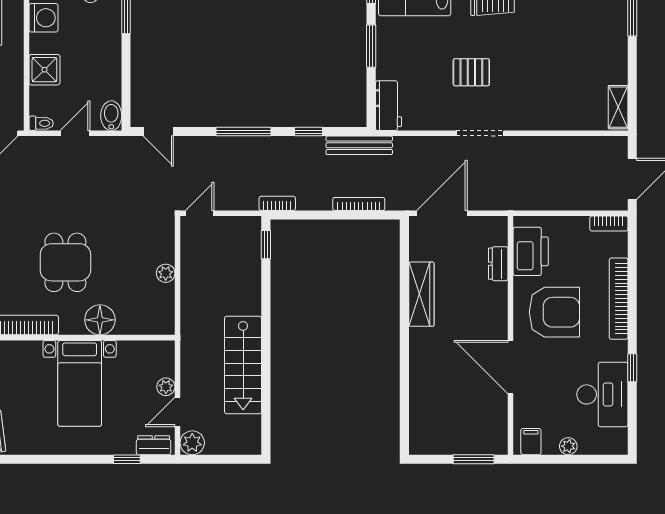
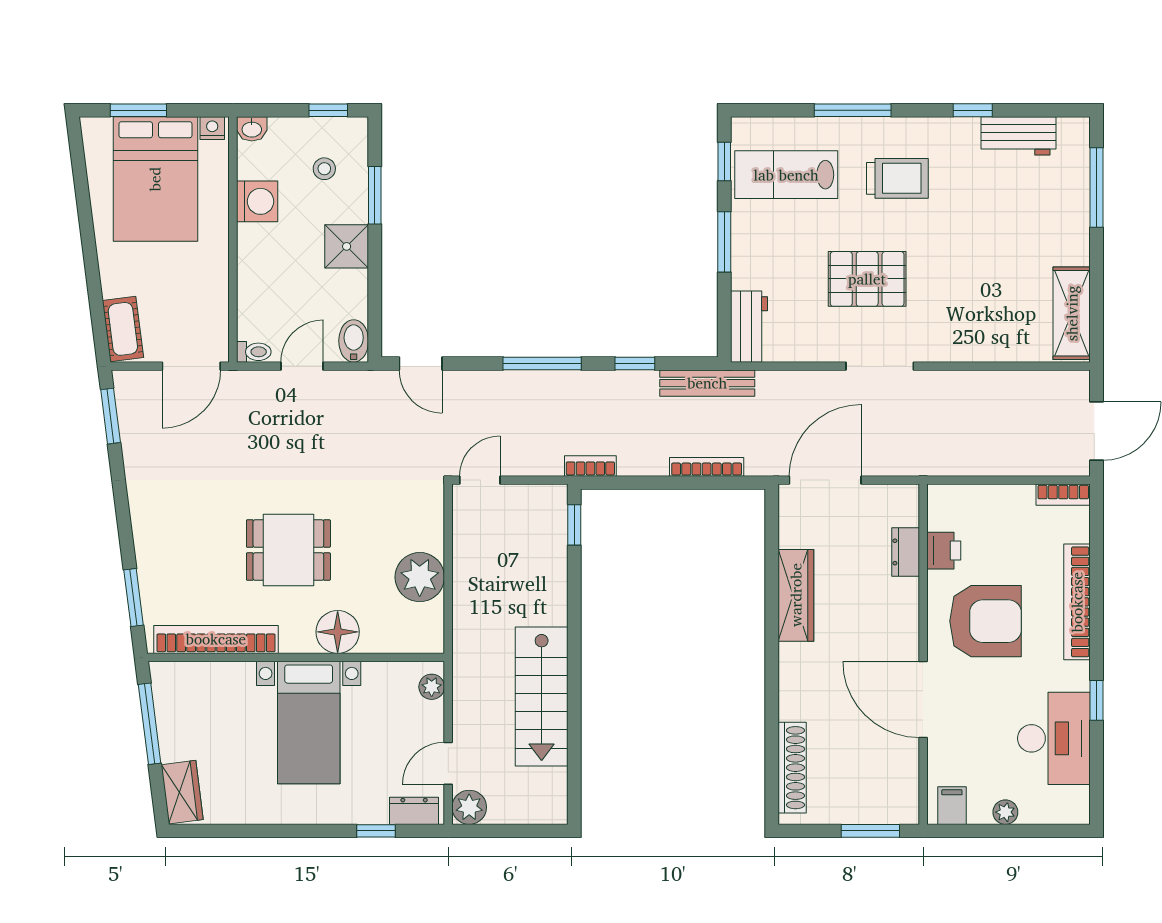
shower: (44, 70) -> (347, 246), moved
pallet: (471, 72) -> (867, 279), width x1.50, depth x1.42
shelving: (618, 107) -> (1072, 313), width x1.50, depth x1.33
printer: (531, 251) -> (944, 551), width x0.53, depth x0.68
dining table: (65, 262) -> (288, 550), turned 90
plant: (166, 273) -> (420, 577), width x1.88, depth x1.88
plant: (166, 387) -> (432, 687), moved
shoe rack: (419, 415) -> (792, 768), added

